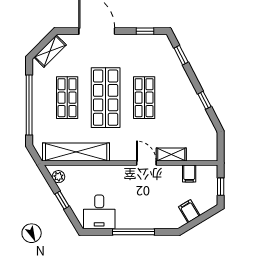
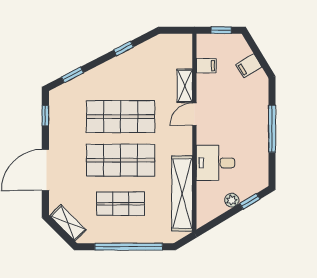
shop shelf: (144, 98) -> (121, 117), width x1.43, depth x1.36
plant: (58, 177) -> (232, 200), moved
window: (62, 200) -> (250, 201), moved
desk: (99, 212) -> (216, 163), moved, turned 180

